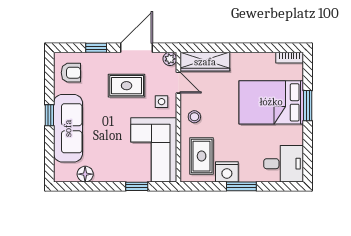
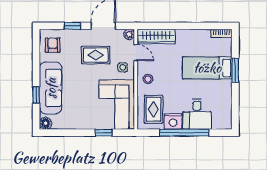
armchair: (71, 73) -> (53, 45), turned -90
bed: (271, 102) -> (207, 68), width x0.67
window: (49, 115) -> (36, 95), moved
desk: (284, 164) -> (197, 114), moved, turned 90
floor lamp: (85, 174) -> (46, 123), moved
window: (241, 186) -> (184, 133), width x2.11

